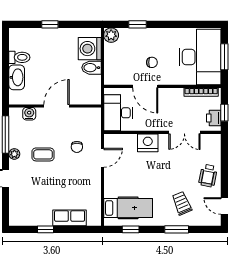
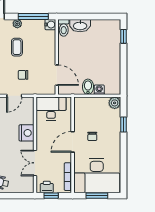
window: (50, 24) -> (123, 36), moved
washing machine: (90, 49) -> (99, 90), width x0.53, depth x0.53
toilet: (19, 57) -> (64, 28), moved
door: (145, 86) -> (73, 142), moved
door: (57, 106) -> (57, 75), moved
water cooler: (29, 114) -> (50, 25), moved
door: (102, 158) -> (14, 96), hinge flipped

